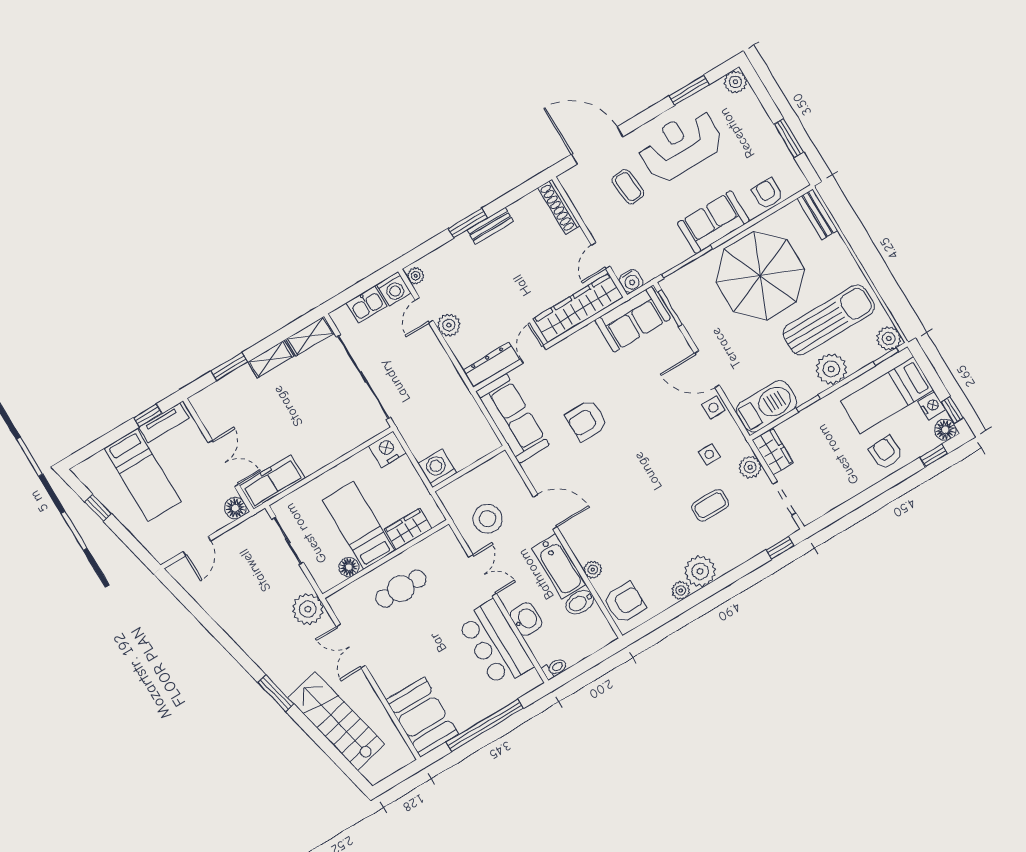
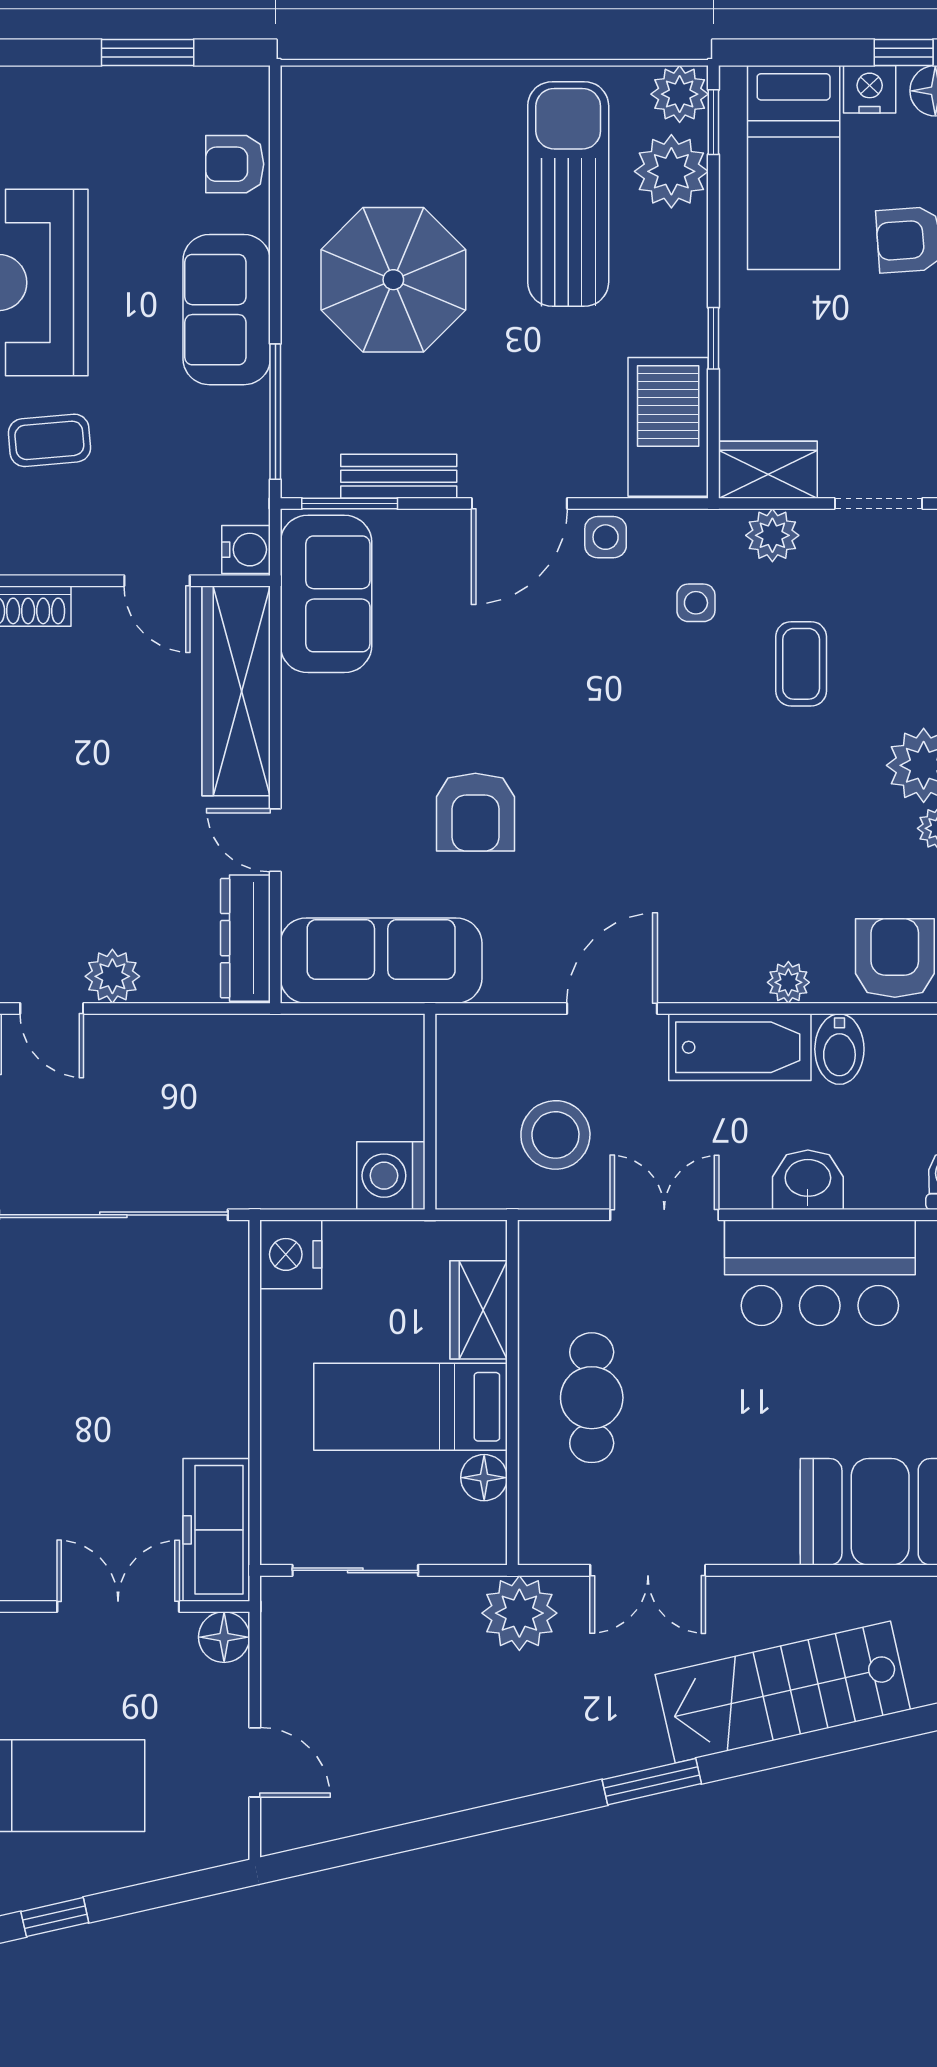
bench: (817, 214) -> (399, 476), moved
parasol: (760, 276) -> (393, 280), width x0.73, depth x0.73
plant: (831, 369) -> (671, 171), moved

